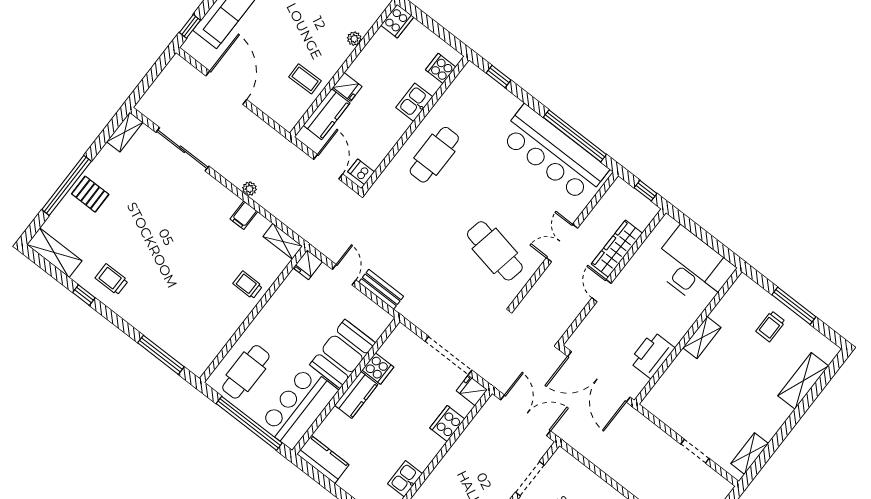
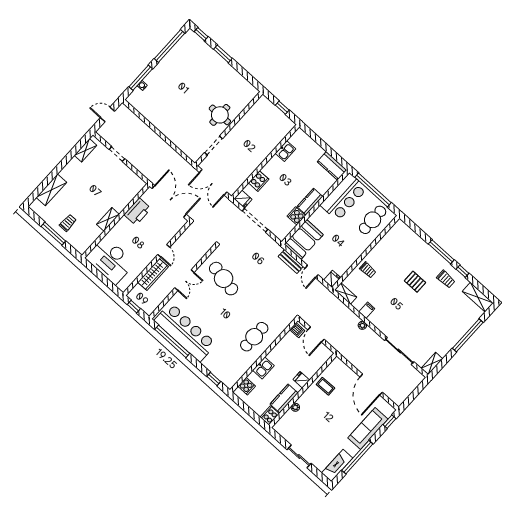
kitchen counter: (327, 114) -> (284, 399), moved
pallet: (90, 194) -> (415, 282), moved
booth: (343, 354) -> (304, 239), moved
window: (161, 355) -> (441, 252), moved

